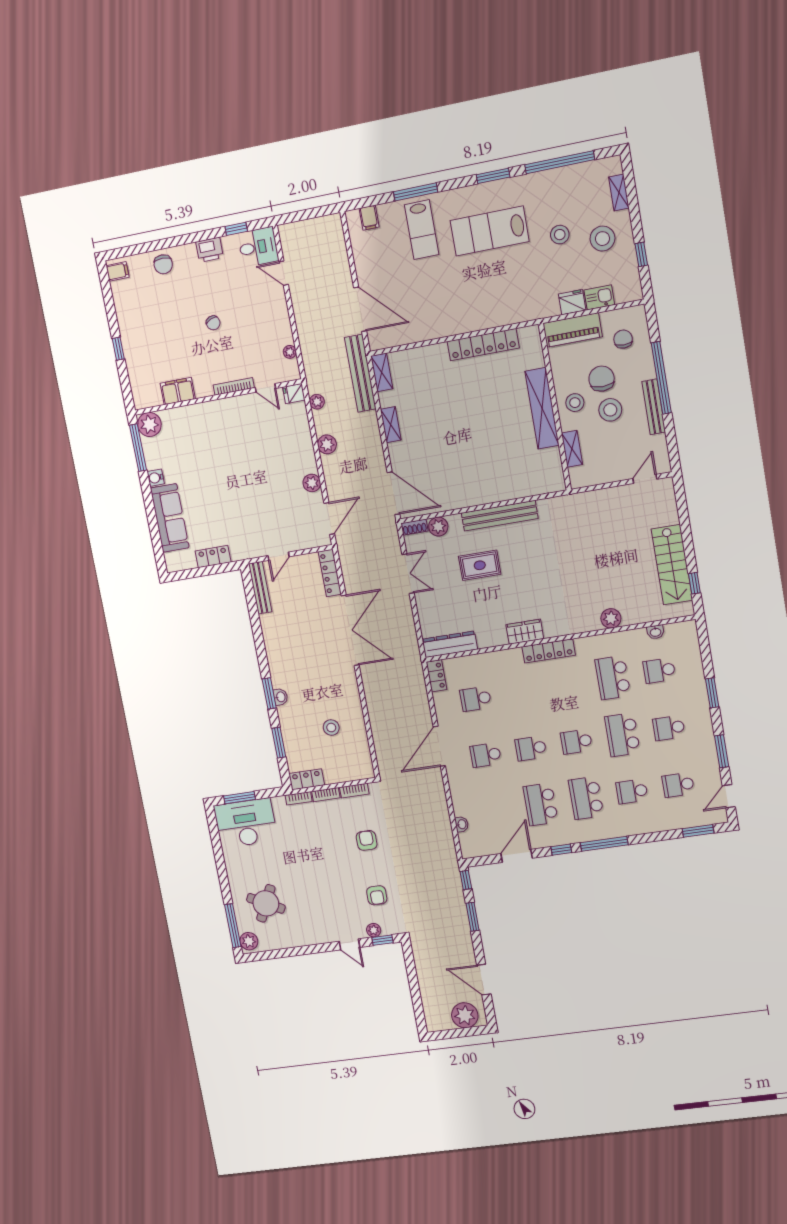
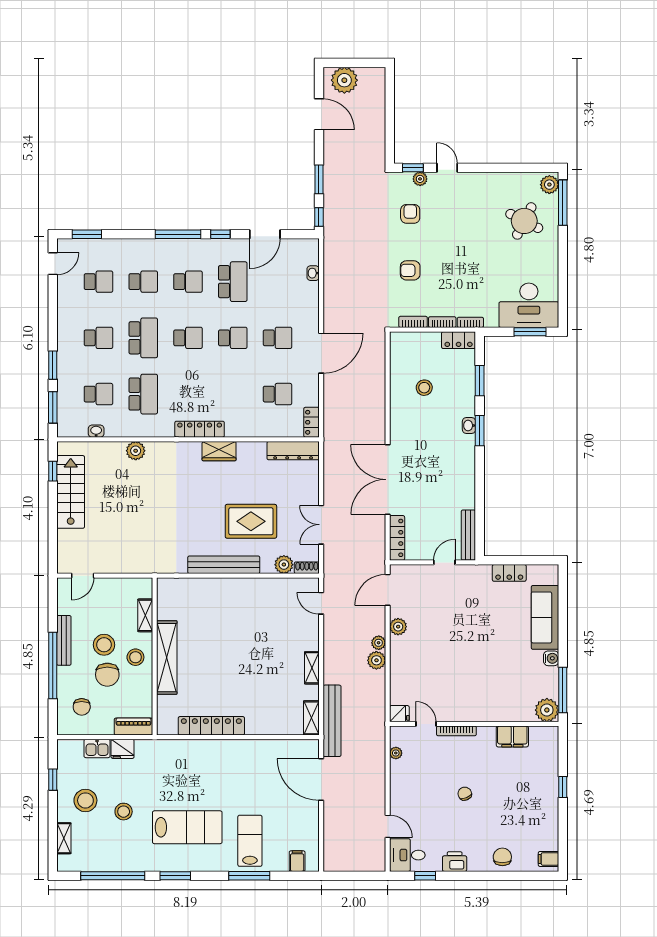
piano: (572, 330) -> (134, 727), width x0.73, depth x0.75
plant: (317, 402) -> (379, 643), moved
door: (393, 493) -> (321, 603), width x0.53
rug: (480, 565) -> (251, 521), width x1.36, depth x1.43
window: (722, 751) -> (53, 407), moved
school desk: (586, 798) -> (188, 282), width x0.54
armchair: (367, 840) -> (410, 270), turned 90

